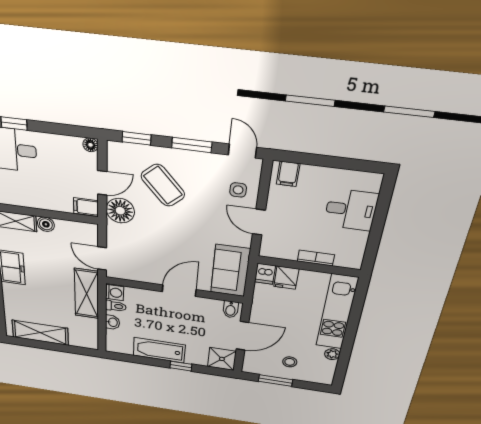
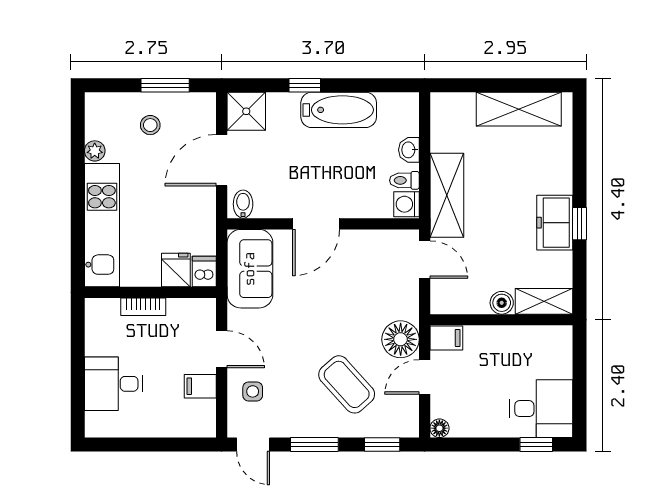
filing cabinet: (288, 174) -> (200, 386), moved, turned -90

